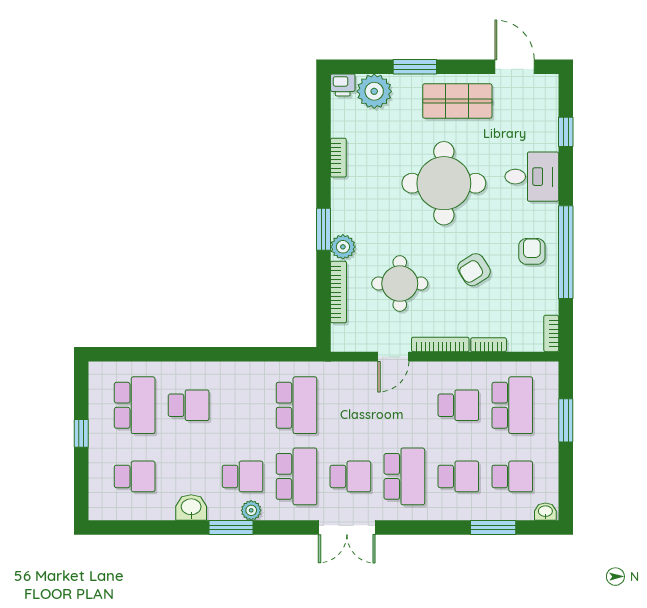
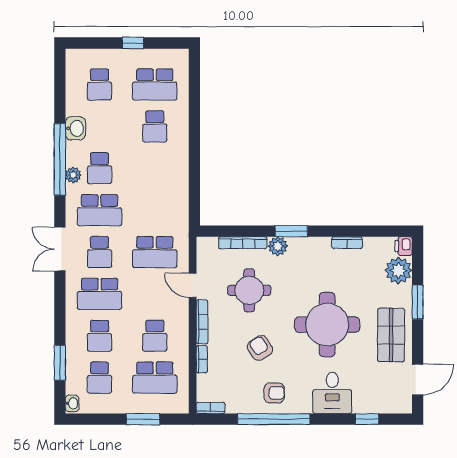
school desk: (296, 405) -> (155, 252), moved
window: (231, 528) -> (60, 159), width x2.11

